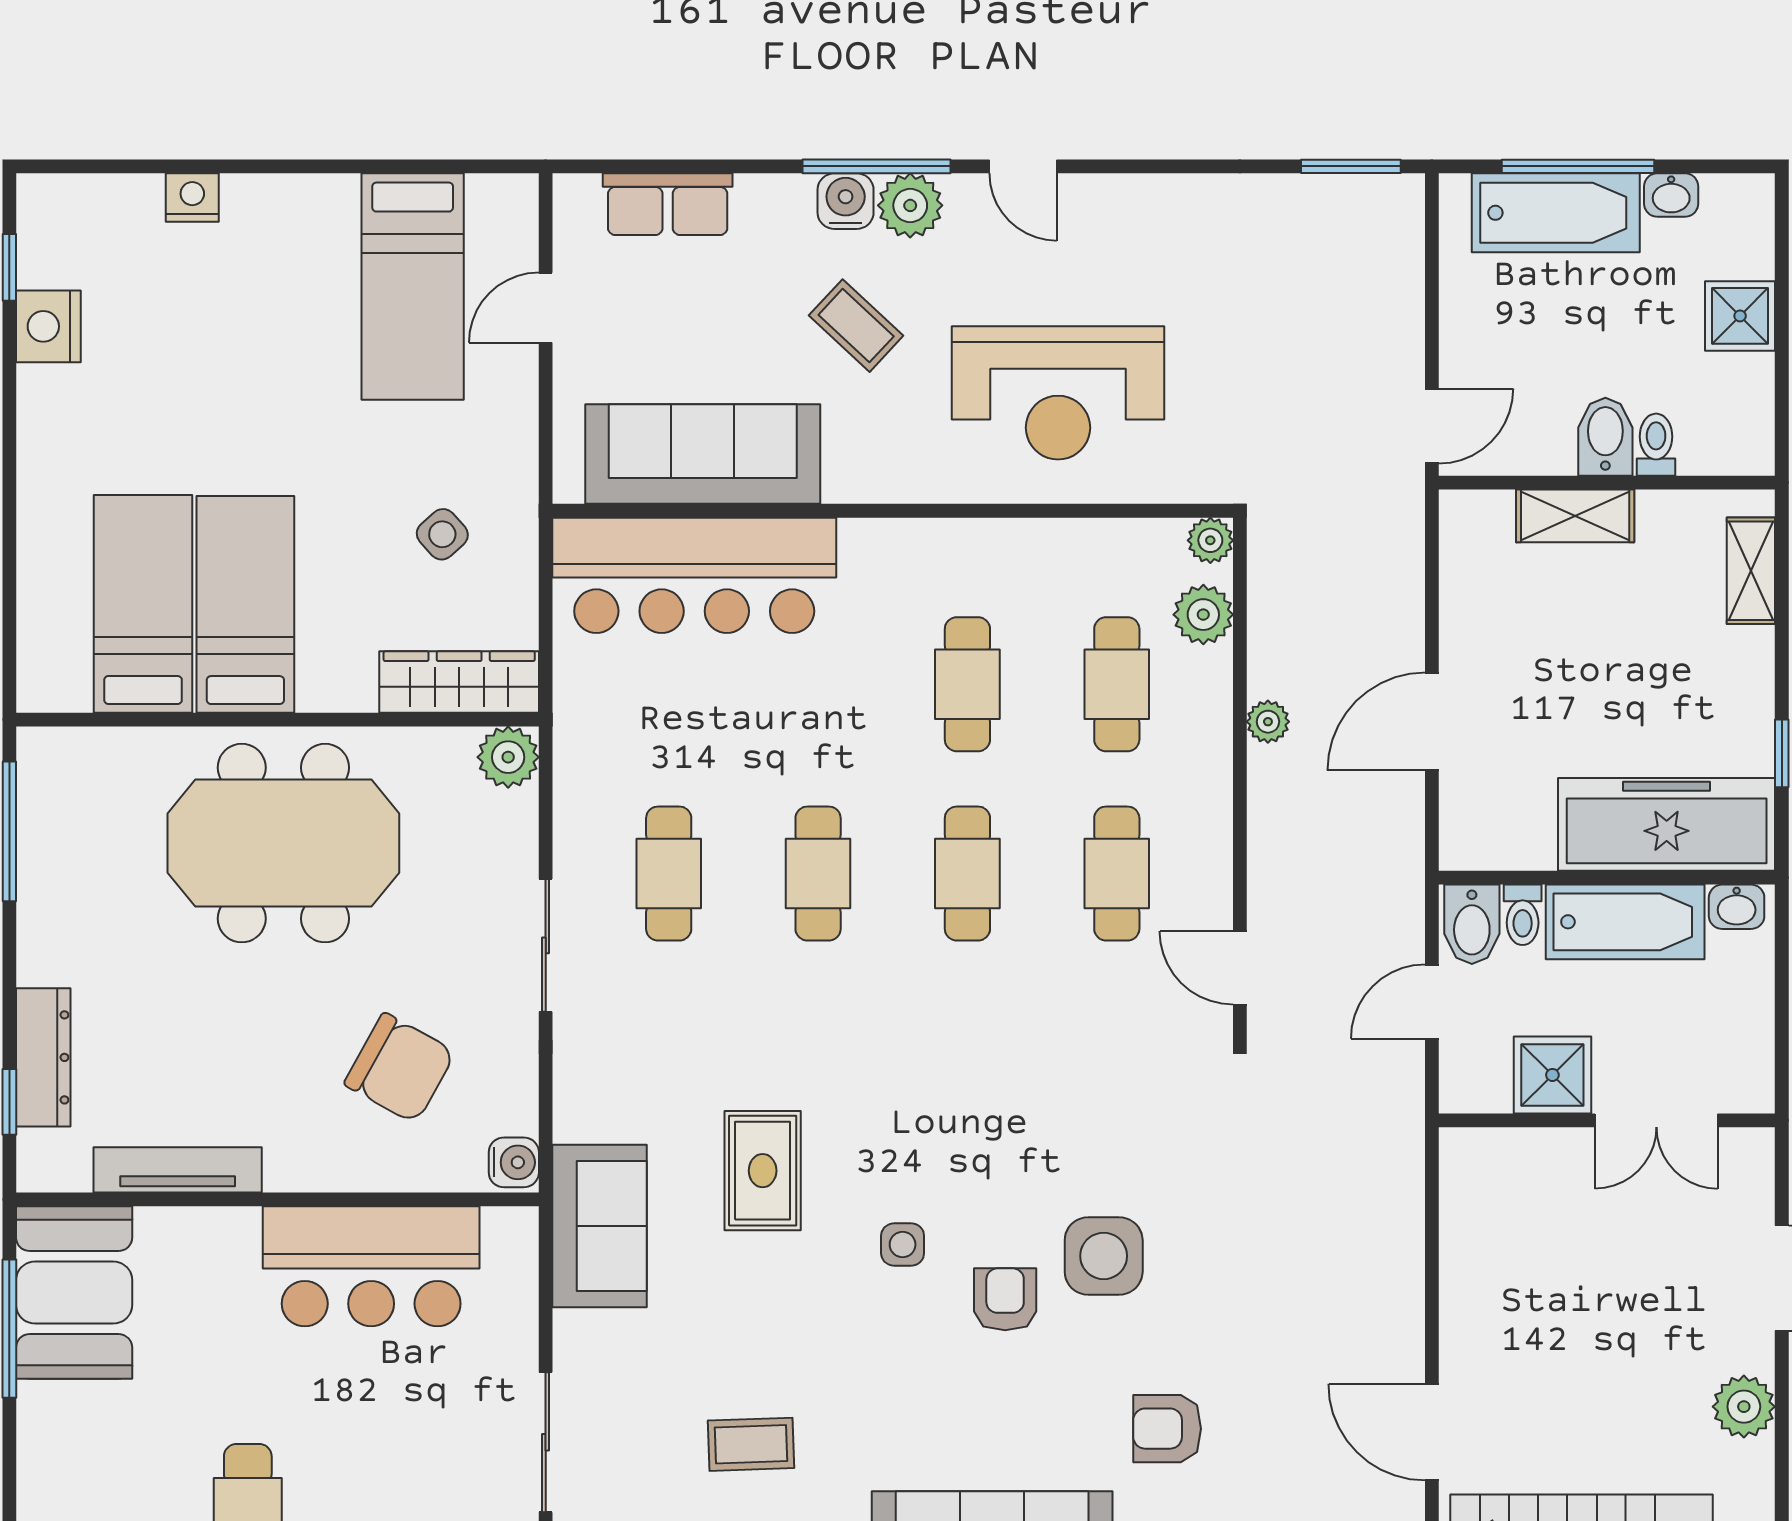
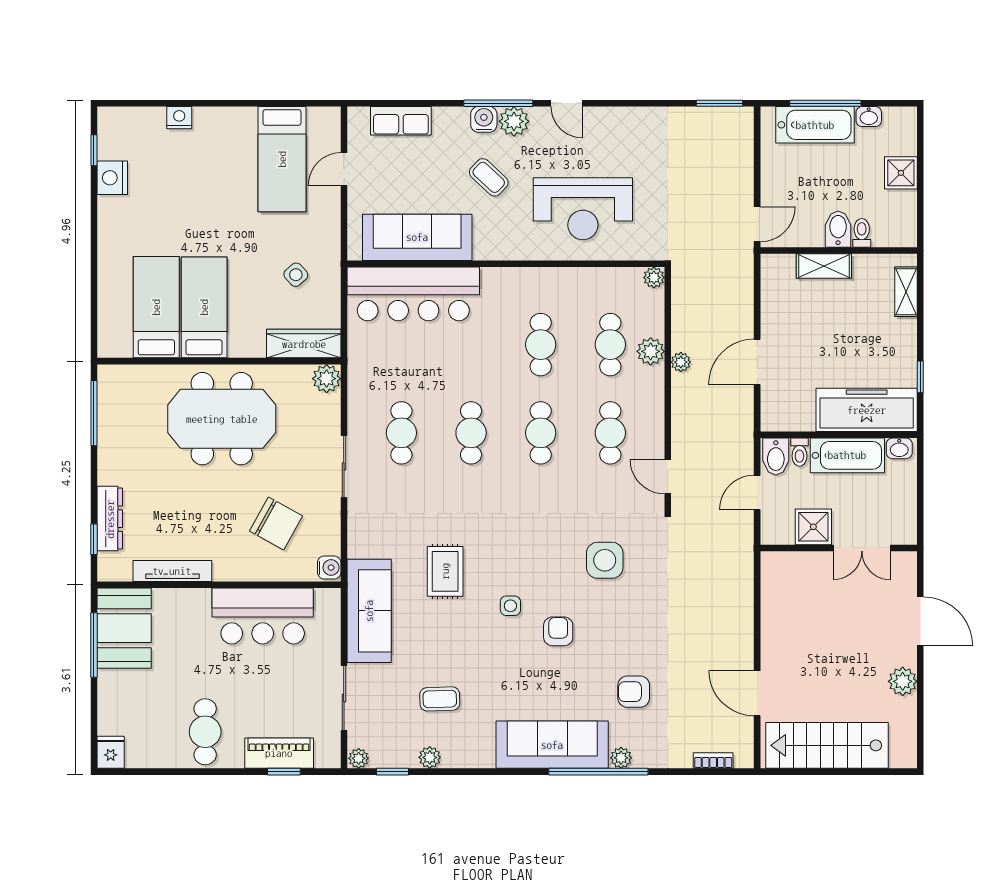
plant: (1203, 615) -> (651, 351), moved
sofa: (599, 1226) -> (369, 611), width x1.36
side table: (1104, 1256) -> (605, 560), moved

